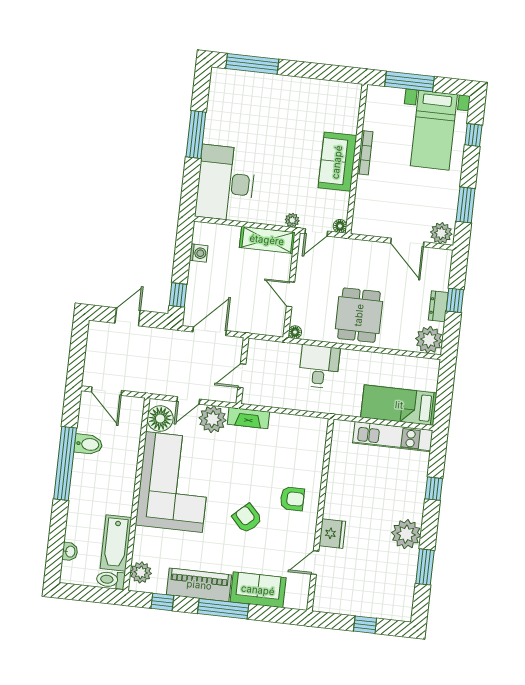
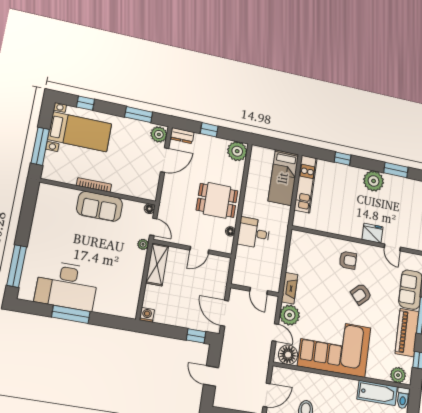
desk: (226, 183) -> (67, 286), moved
washing machine: (199, 253) -> (147, 315), moved
dresser: (438, 306) -> (182, 136), moved
floor lamp: (295, 332) -> (230, 231), moved
armchair: (292, 499) -> (348, 260), turned 90

